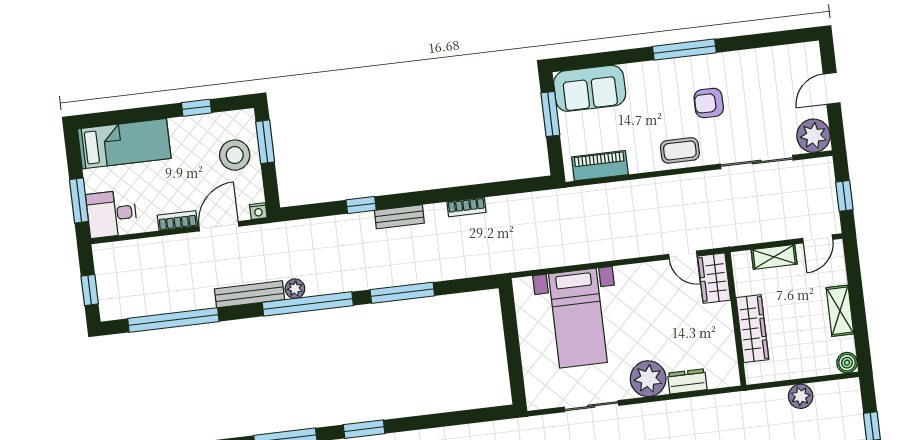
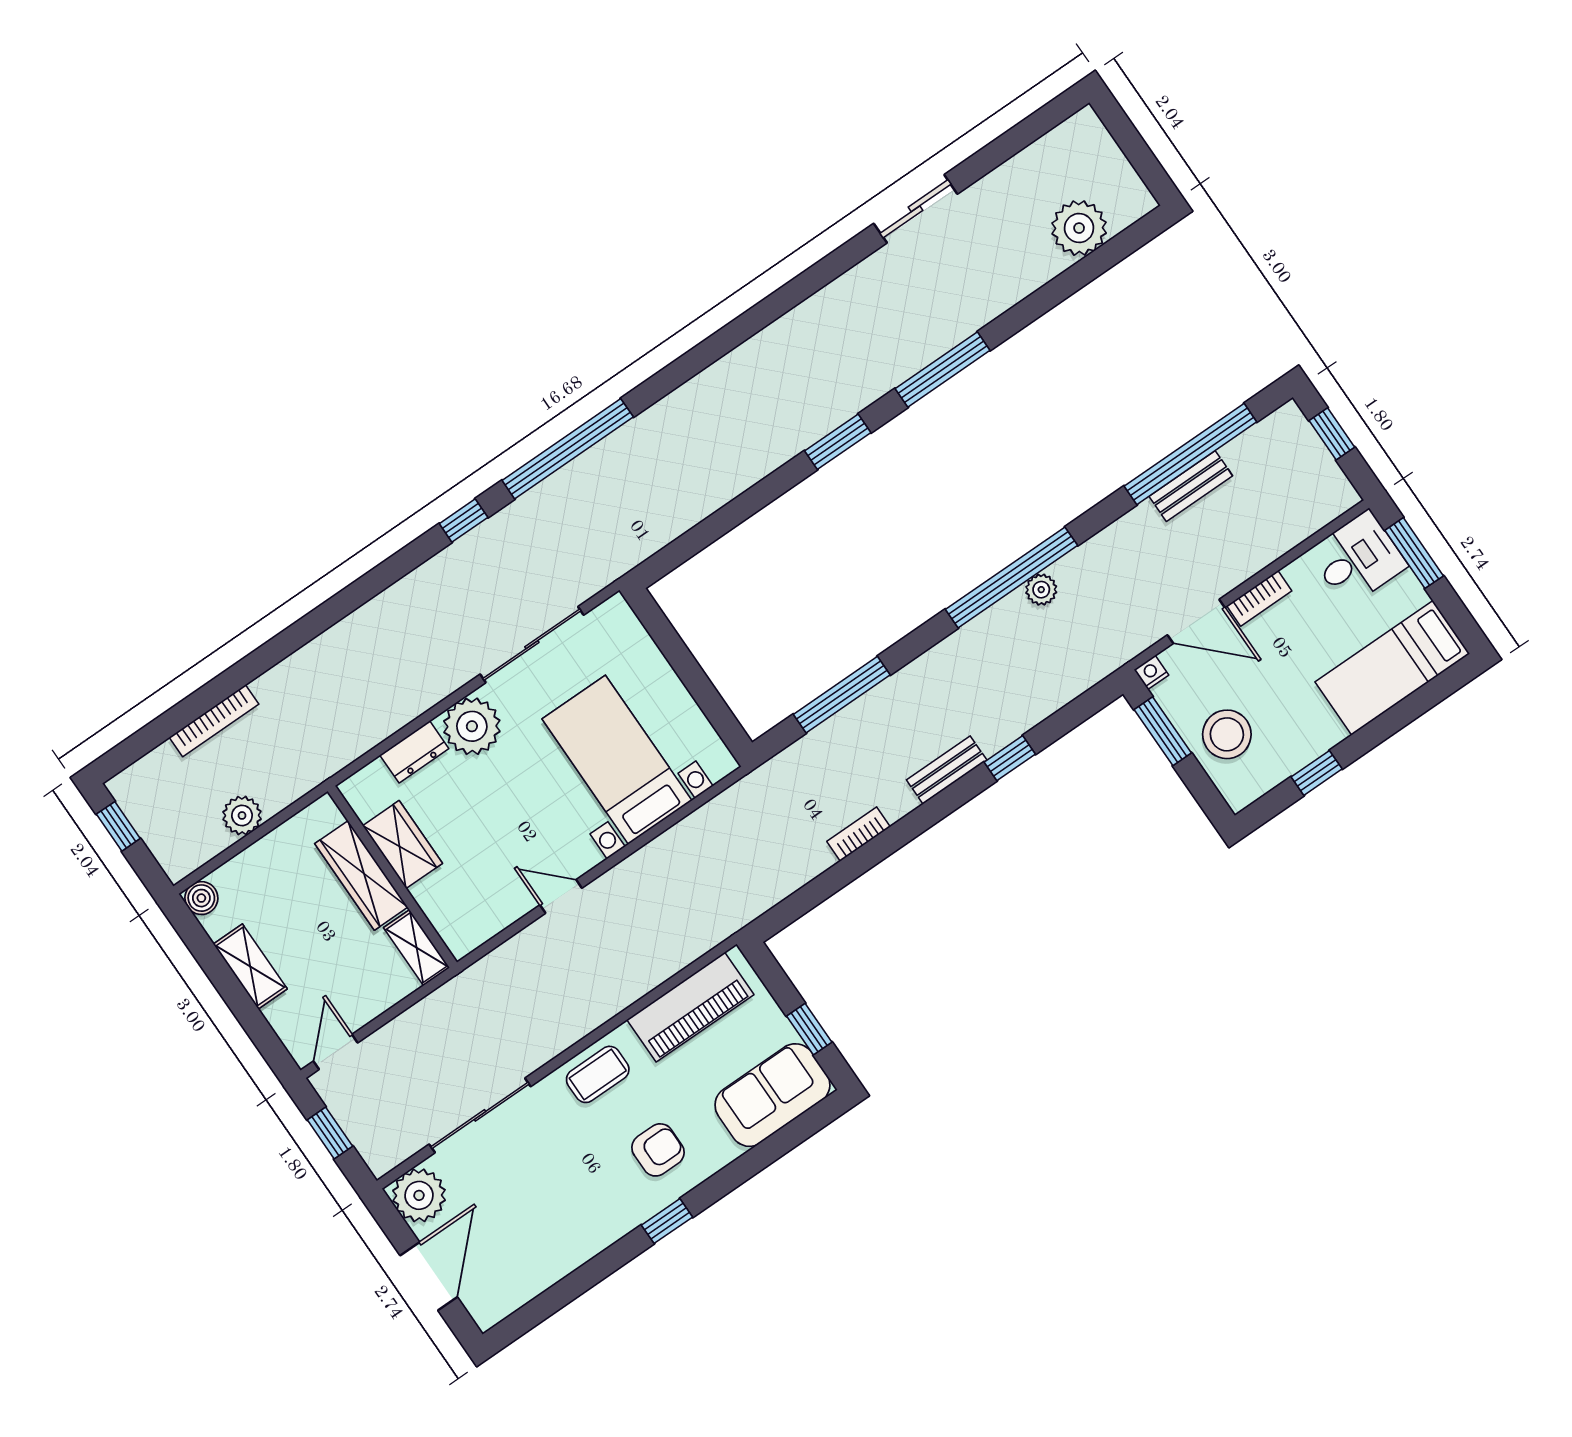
window: (684, 50) -> (667, 1221), width x0.46
door: (832, 88) -> (429, 1276), width x1.38
armchair: (709, 103) -> (658, 1150), moved
window: (550, 114) -> (809, 1029), width x0.67
window: (265, 142) -> (1163, 731), moved
piano: (600, 166) -> (690, 1007), width x1.37, depth x1.33
door: (219, 226) -> (1196, 621), hinge flipped
door: (683, 255) -> (561, 896), moved
shelving: (774, 257) -> (417, 948), moved, turned 90
wardrobe: (714, 278) -> (403, 845), moved
window: (402, 293) -> (842, 695), moved
bench: (249, 294) -> (1191, 486), moved, width x0.73
sliding door: (591, 406) -> (532, 645), width x1.37

